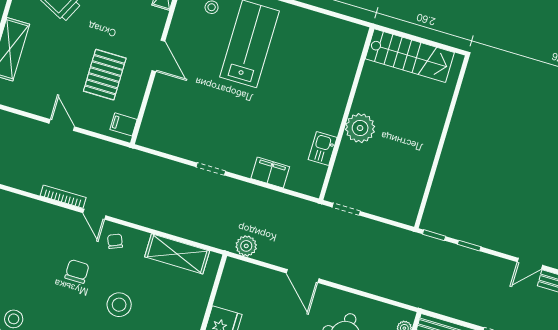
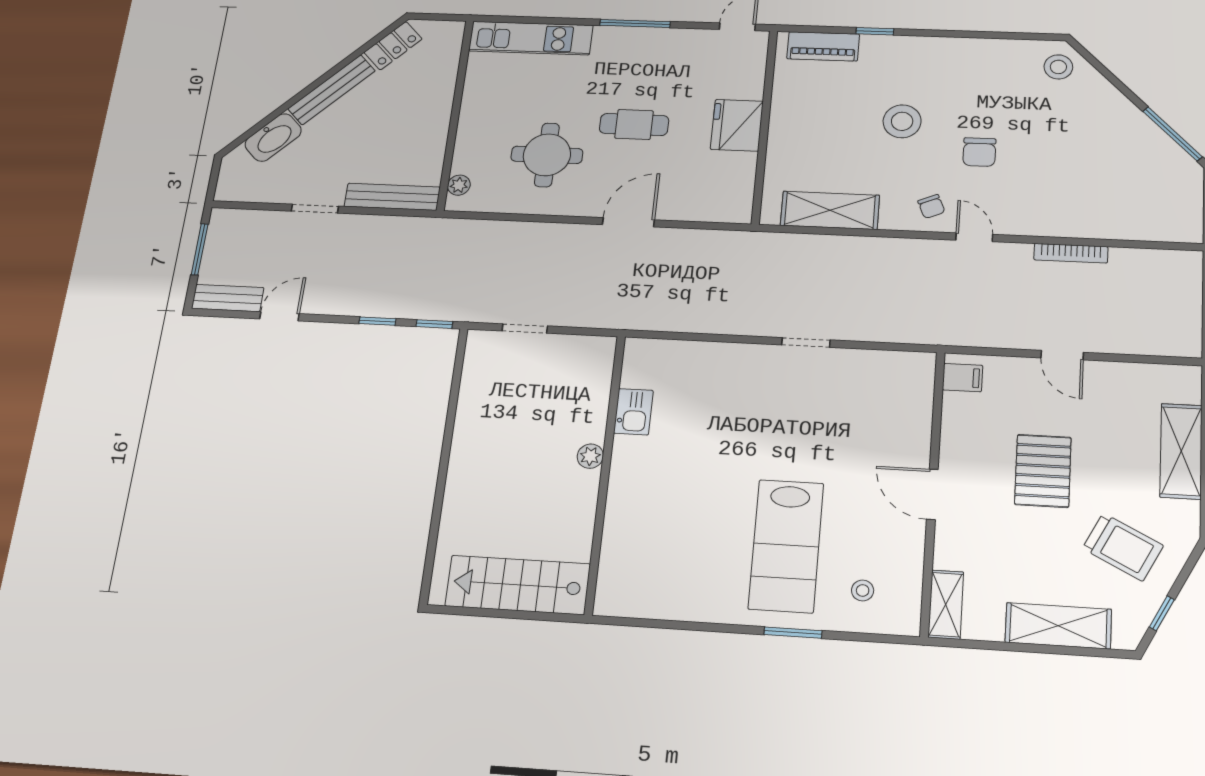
pallet: (105, 75) -> (1043, 471), moved
plant: (360, 128) -> (590, 456), width x0.53, depth x0.53
filing cabinet: (270, 173) -> (710, 358), removed
bookcase: (63, 197) -> (1071, 253), moved
doorway: (346, 209) -> (525, 328), moved
plant: (246, 246) -> (725, 245), removed
door: (303, 276) -> (628, 222), hinge flipped

